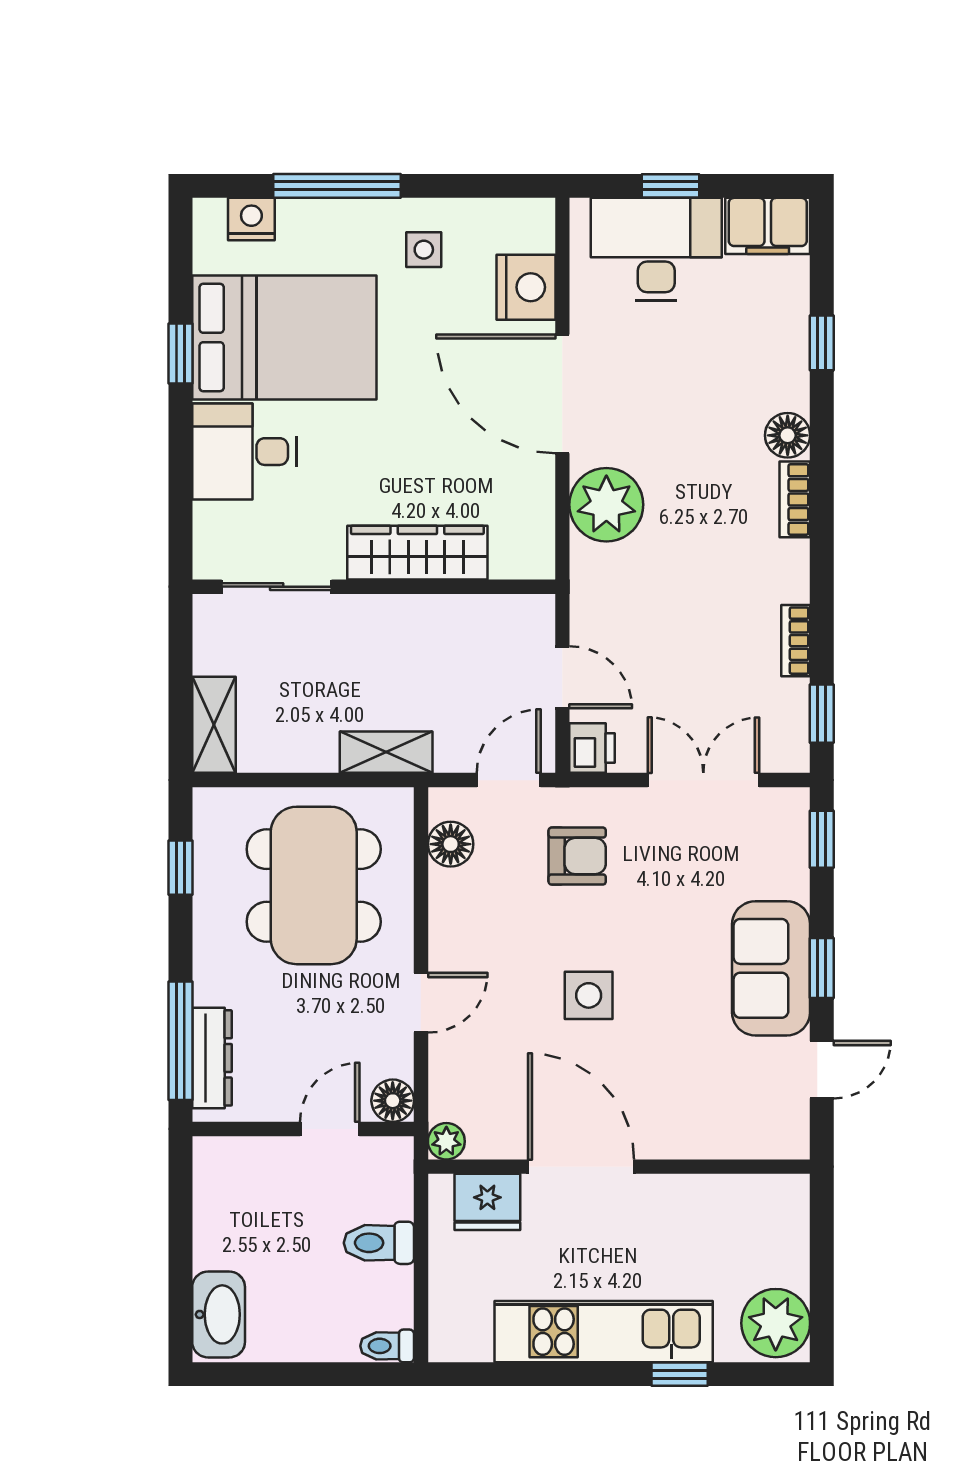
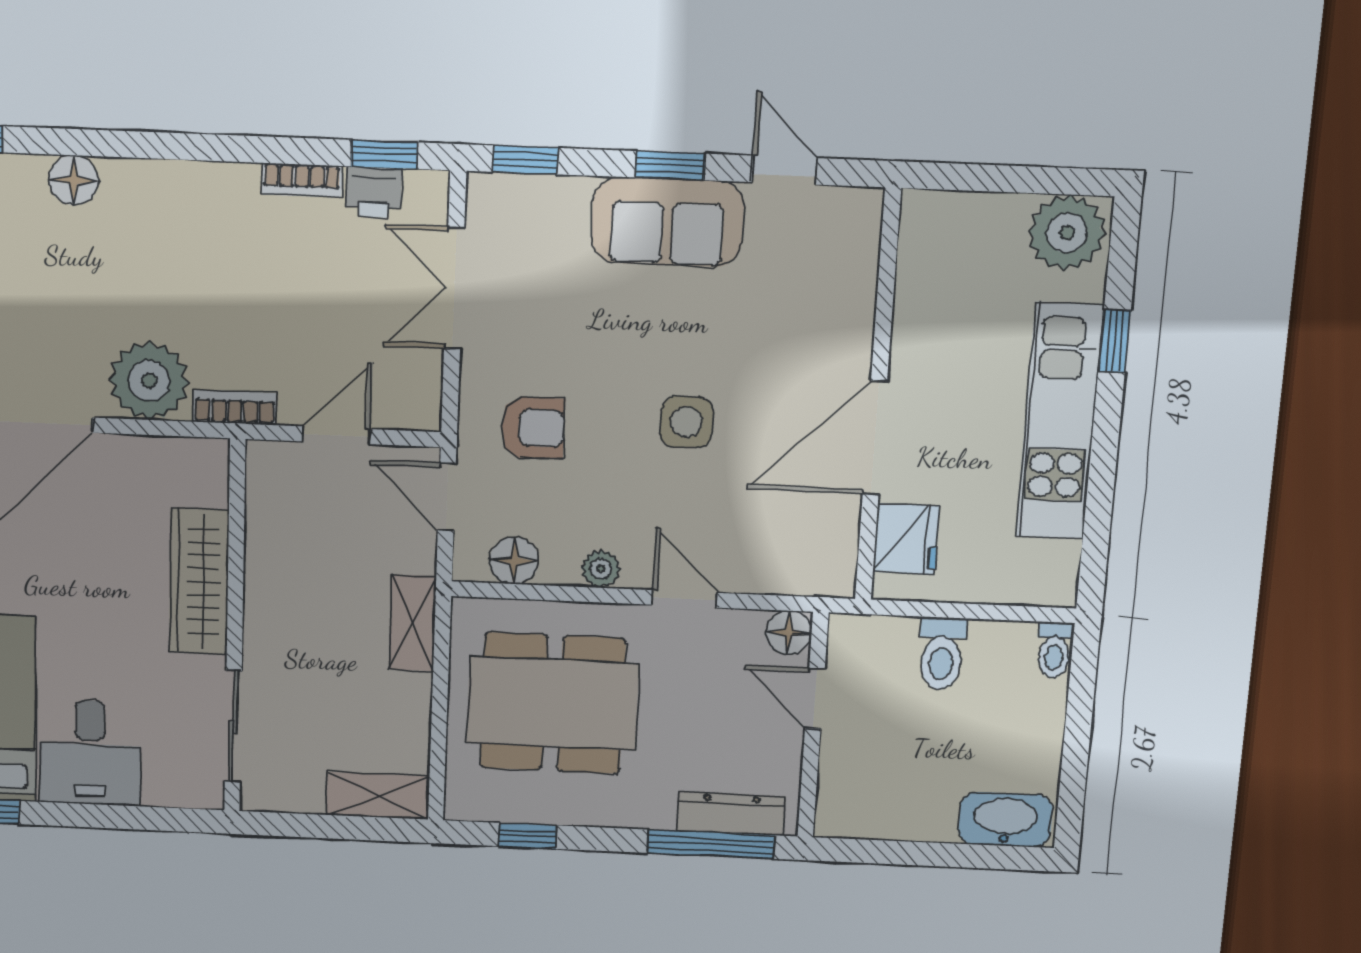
bookcase: (795, 499) -> (235, 407), moved, turned 180
printer: (592, 748) -> (374, 192), moved, turned 180
armchair: (577, 856) -> (533, 428), turned 90
plant: (446, 1141) -> (601, 569), moved

